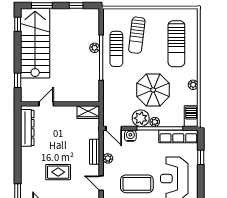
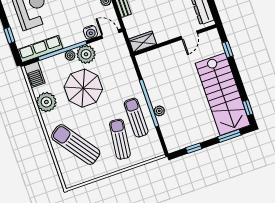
sun lounger: (176, 44) -> (76, 145), turned -36
plant: (193, 85) -> (46, 102), width x1.88, depth x1.88

